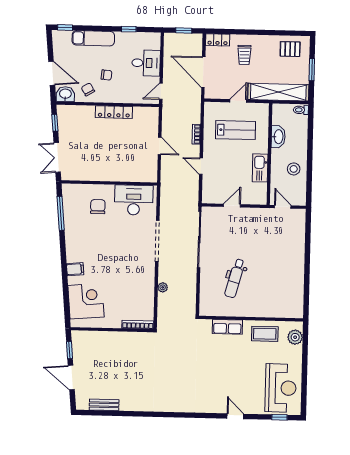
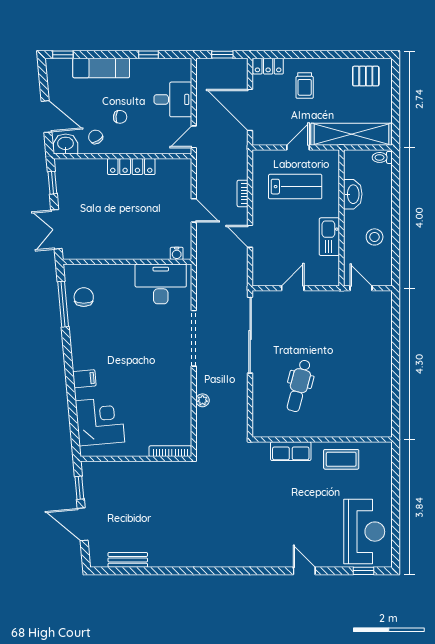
window: (312, 70) -> (396, 103), removed
water cooler: (146, 178) -> (177, 253), added
chair: (98, 207) -> (84, 297), moved
plant: (295, 337) -> (382, 463), removed

